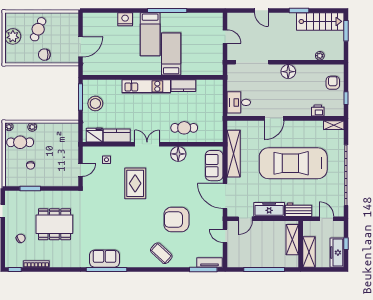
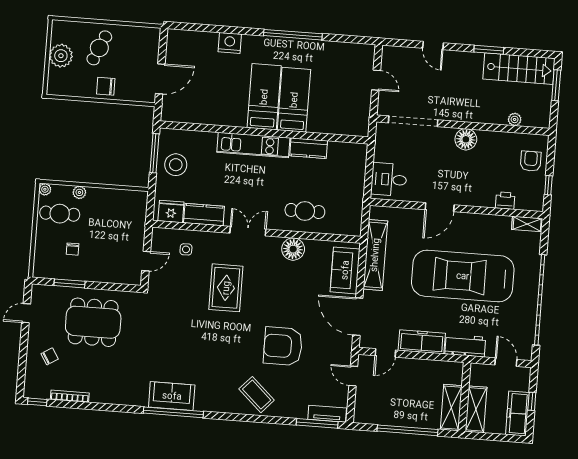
bed: (150, 34) -> (264, 97), moved, turned 180
dining table: (54, 224) -> (93, 322), moved
shelving: (292, 240) -> (451, 408), moved

